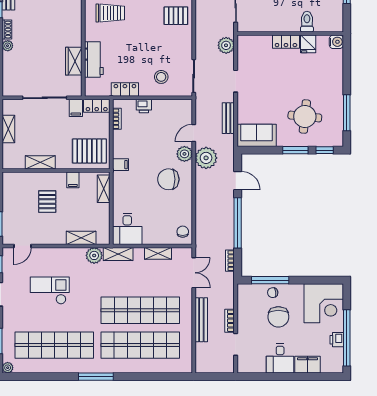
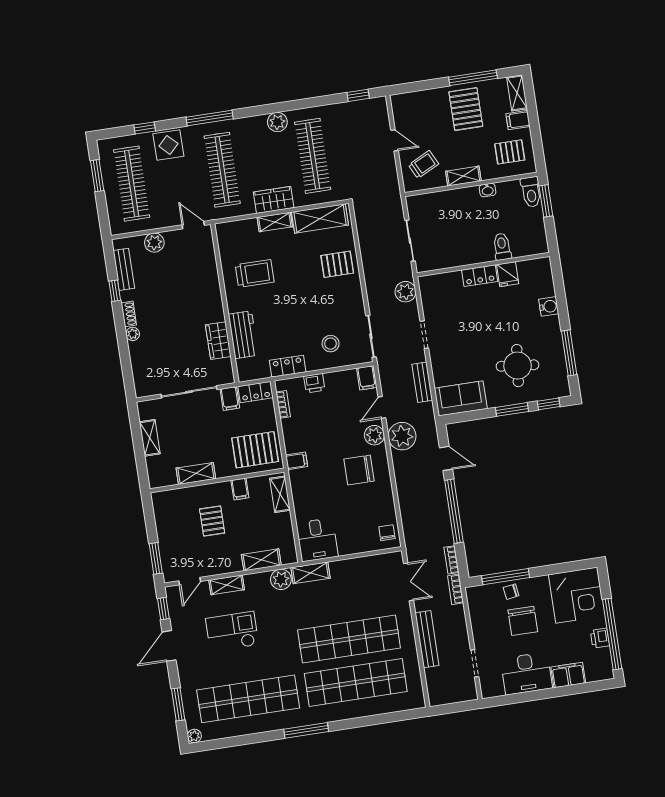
water cooler: (336, 42) -> (549, 306), moved
filing cabinet: (185, 108) -> (367, 378), added
shelving: (158, 253) -> (227, 585), moved
bookcase: (230, 321) -> (456, 589), moved
desk: (280, 358) -> (526, 673), width x1.37

